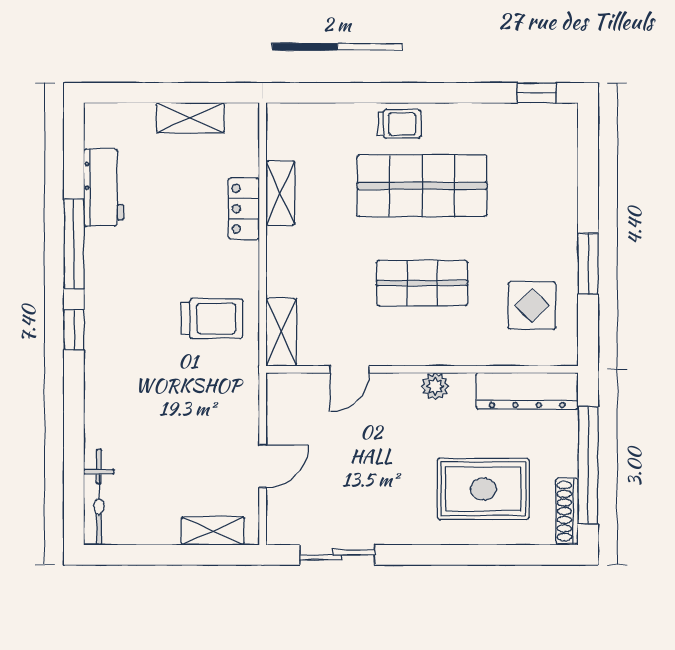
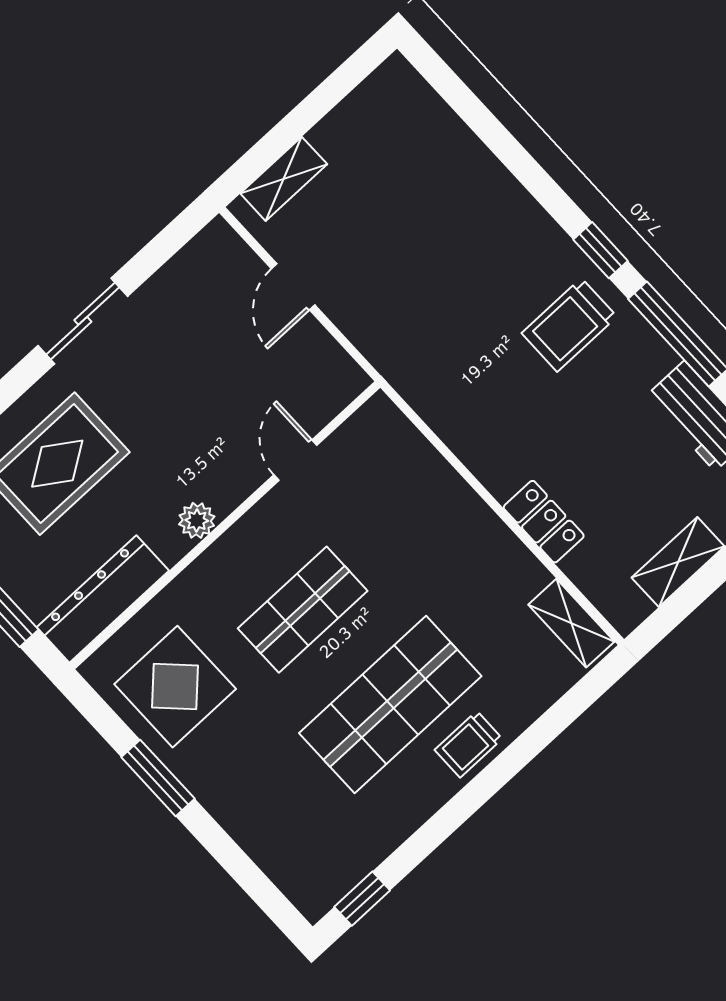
shelving: (280, 193) -> (571, 623), moved
display table: (532, 306) -> (175, 687), width x1.36, depth x1.36
trolley: (212, 319) -> (569, 325), moved
shelving: (281, 332) -> (396, 435), removed
bicycle: (99, 497) -> (425, 109), removed
sliding door: (337, 555) -> (83, 321), moved

